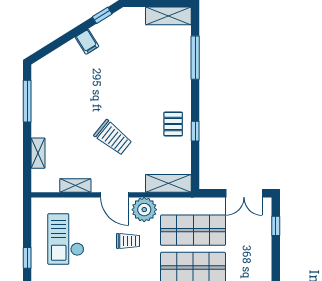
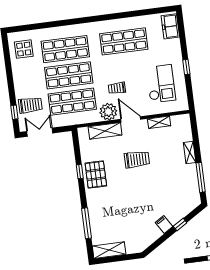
window: (102, 15) -> (180, 225), moved
pallet: (173, 124) -> (96, 175), width x1.50, depth x1.42
trolley: (113, 138) -> (137, 159), turned 141
shelving: (38, 153) -> (190, 152), moved
shelving: (168, 183) -> (105, 131), moved
trolley: (252, 233) -> (30, 105), added

